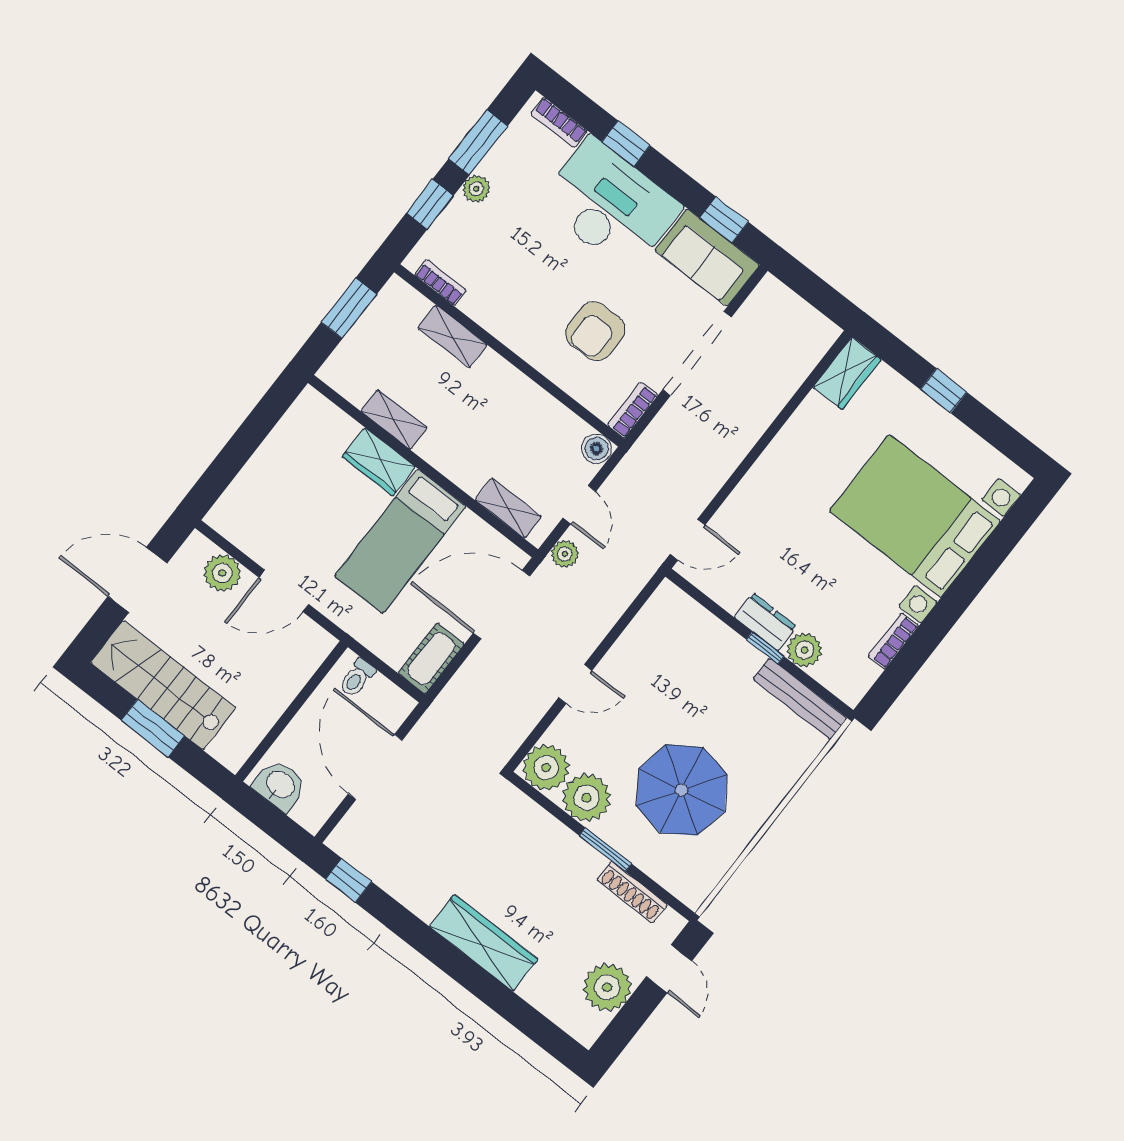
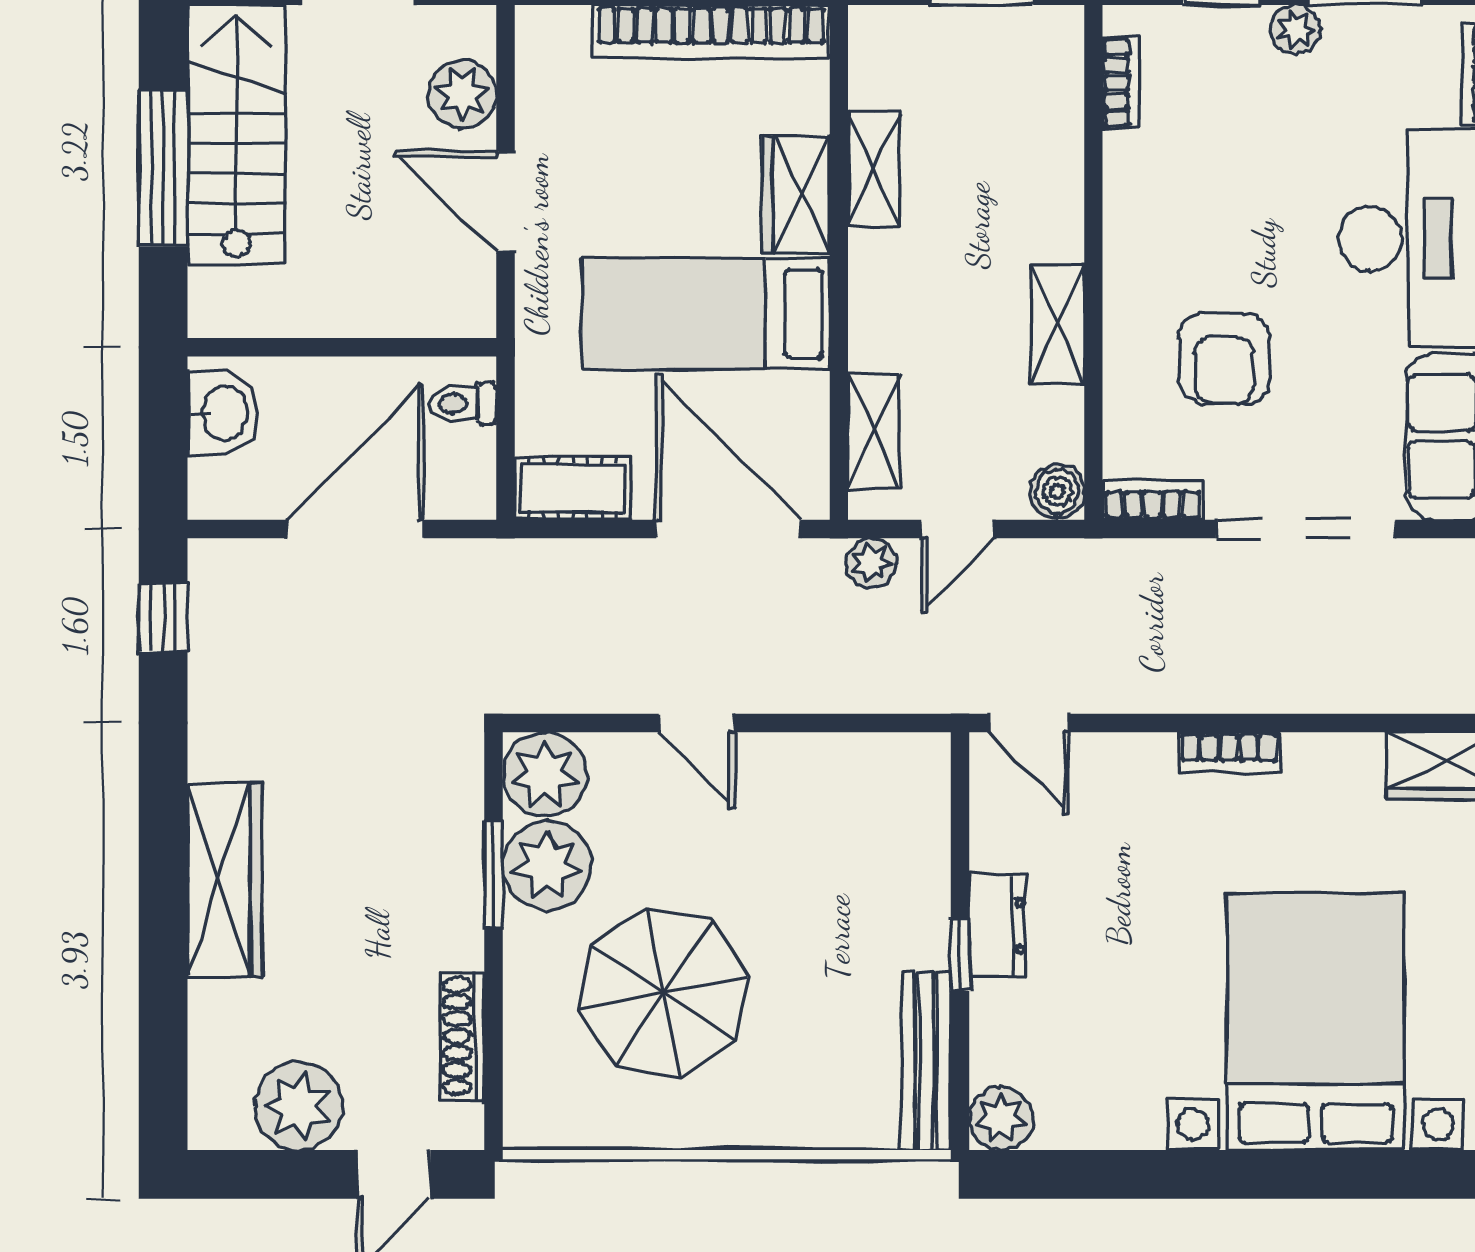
armchair: (595, 331) -> (1224, 359), turned -90
shelving: (452, 336) -> (1057, 324), moved
bookcase: (279, 444) -> (711, 32), added
bookcase: (893, 641) -> (1229, 752), moved, turned 180
plant: (805, 650) -> (1001, 1118), moved
window: (153, 728) -> (163, 168), width x1.44
window: (605, 850) -> (493, 875), moved

